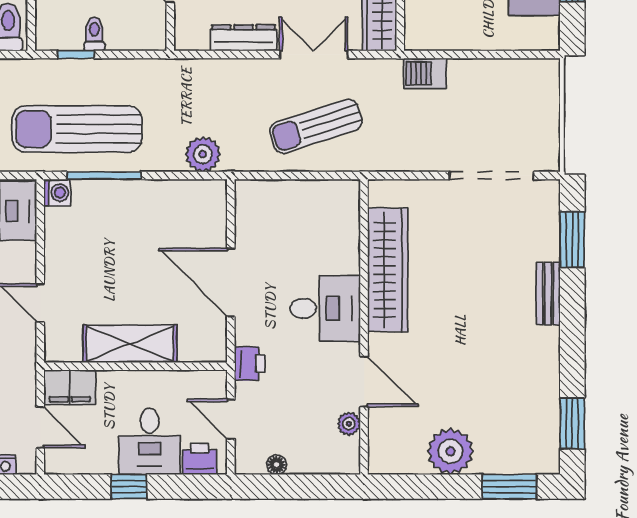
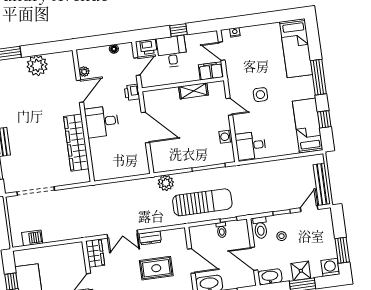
dresser: (243, 38) -> (150, 238), width x0.70
barbecue: (425, 73) -> (32, 238), moved
sun lounger: (316, 126) -> (117, 202), removed
sun lounger: (77, 129) -> (202, 202), moved
washing machine: (57, 193) -> (226, 137), moved
shelving: (130, 344) -> (193, 91), width x0.67, depth x0.75
door: (364, 382) -> (80, 91), swing flipped
door: (231, 419) -> (137, 66), hinge flipped

